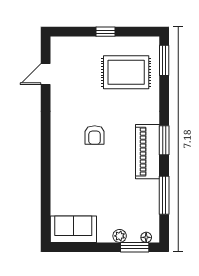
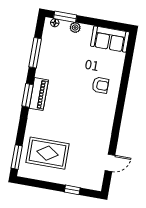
window: (105, 32) -> (72, 190), moved
armchair: (95, 135) -> (100, 85), moved, turned 90
piano: (148, 152) -> (39, 94), width x0.73, depth x0.75

